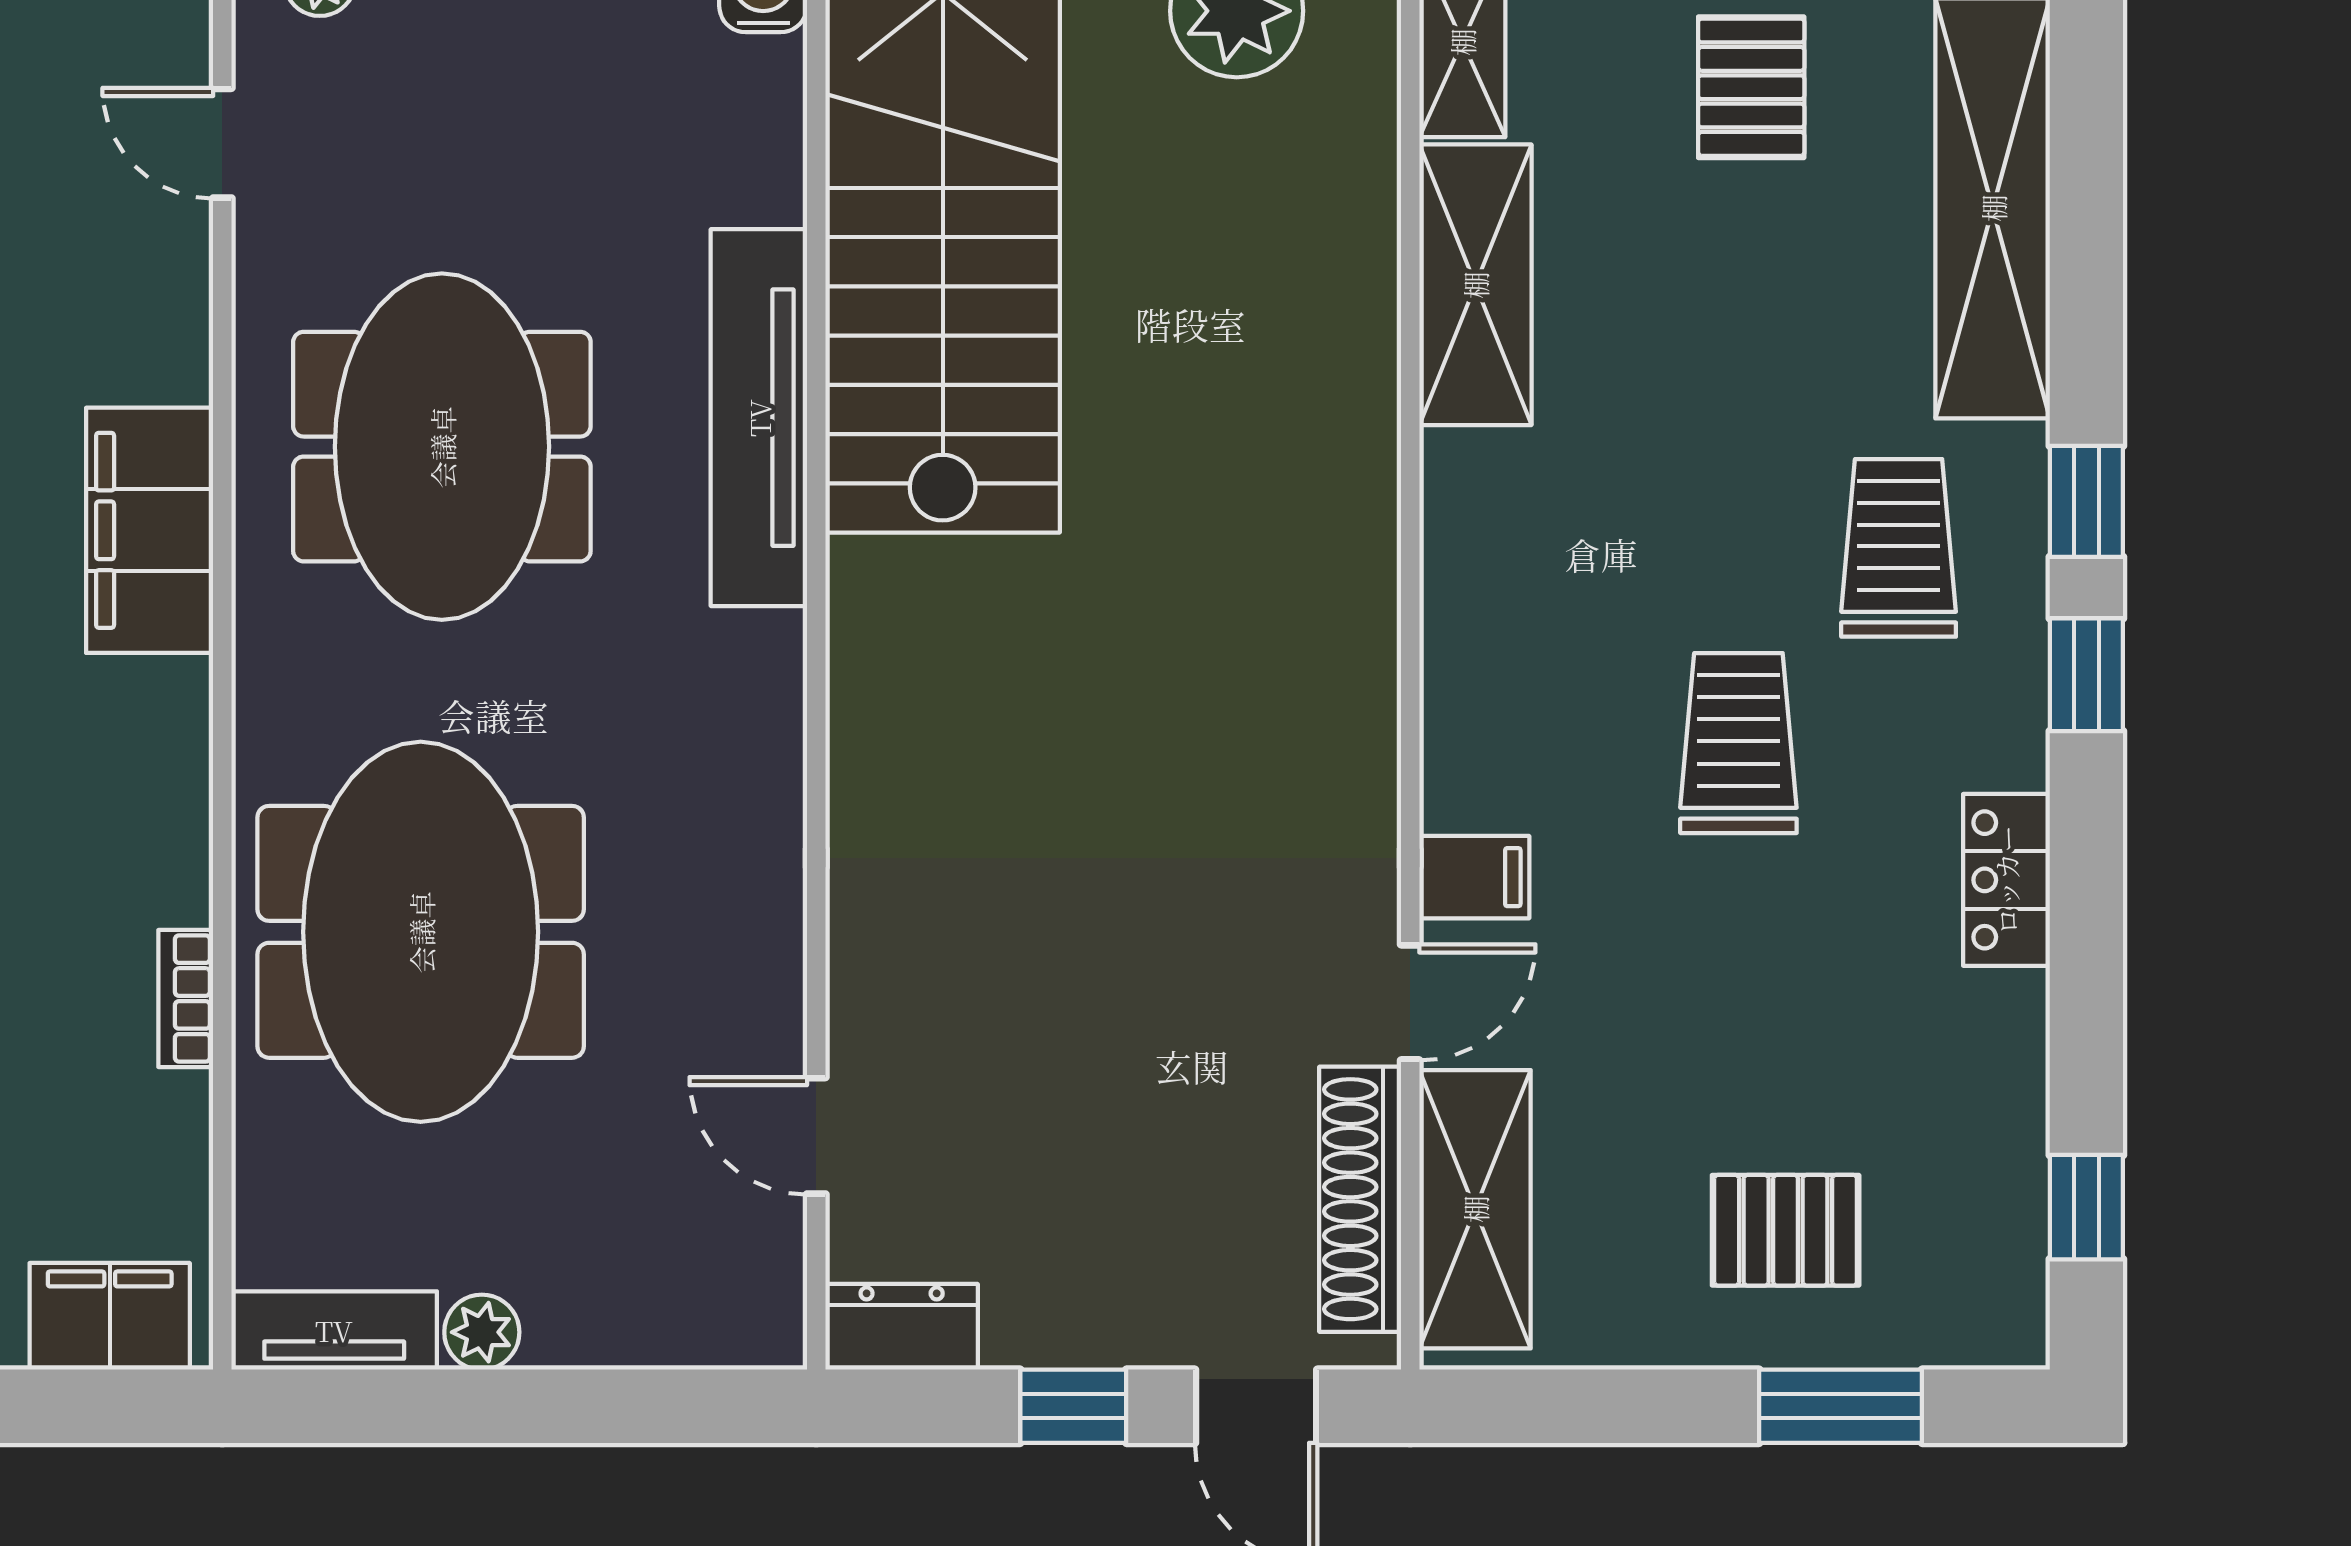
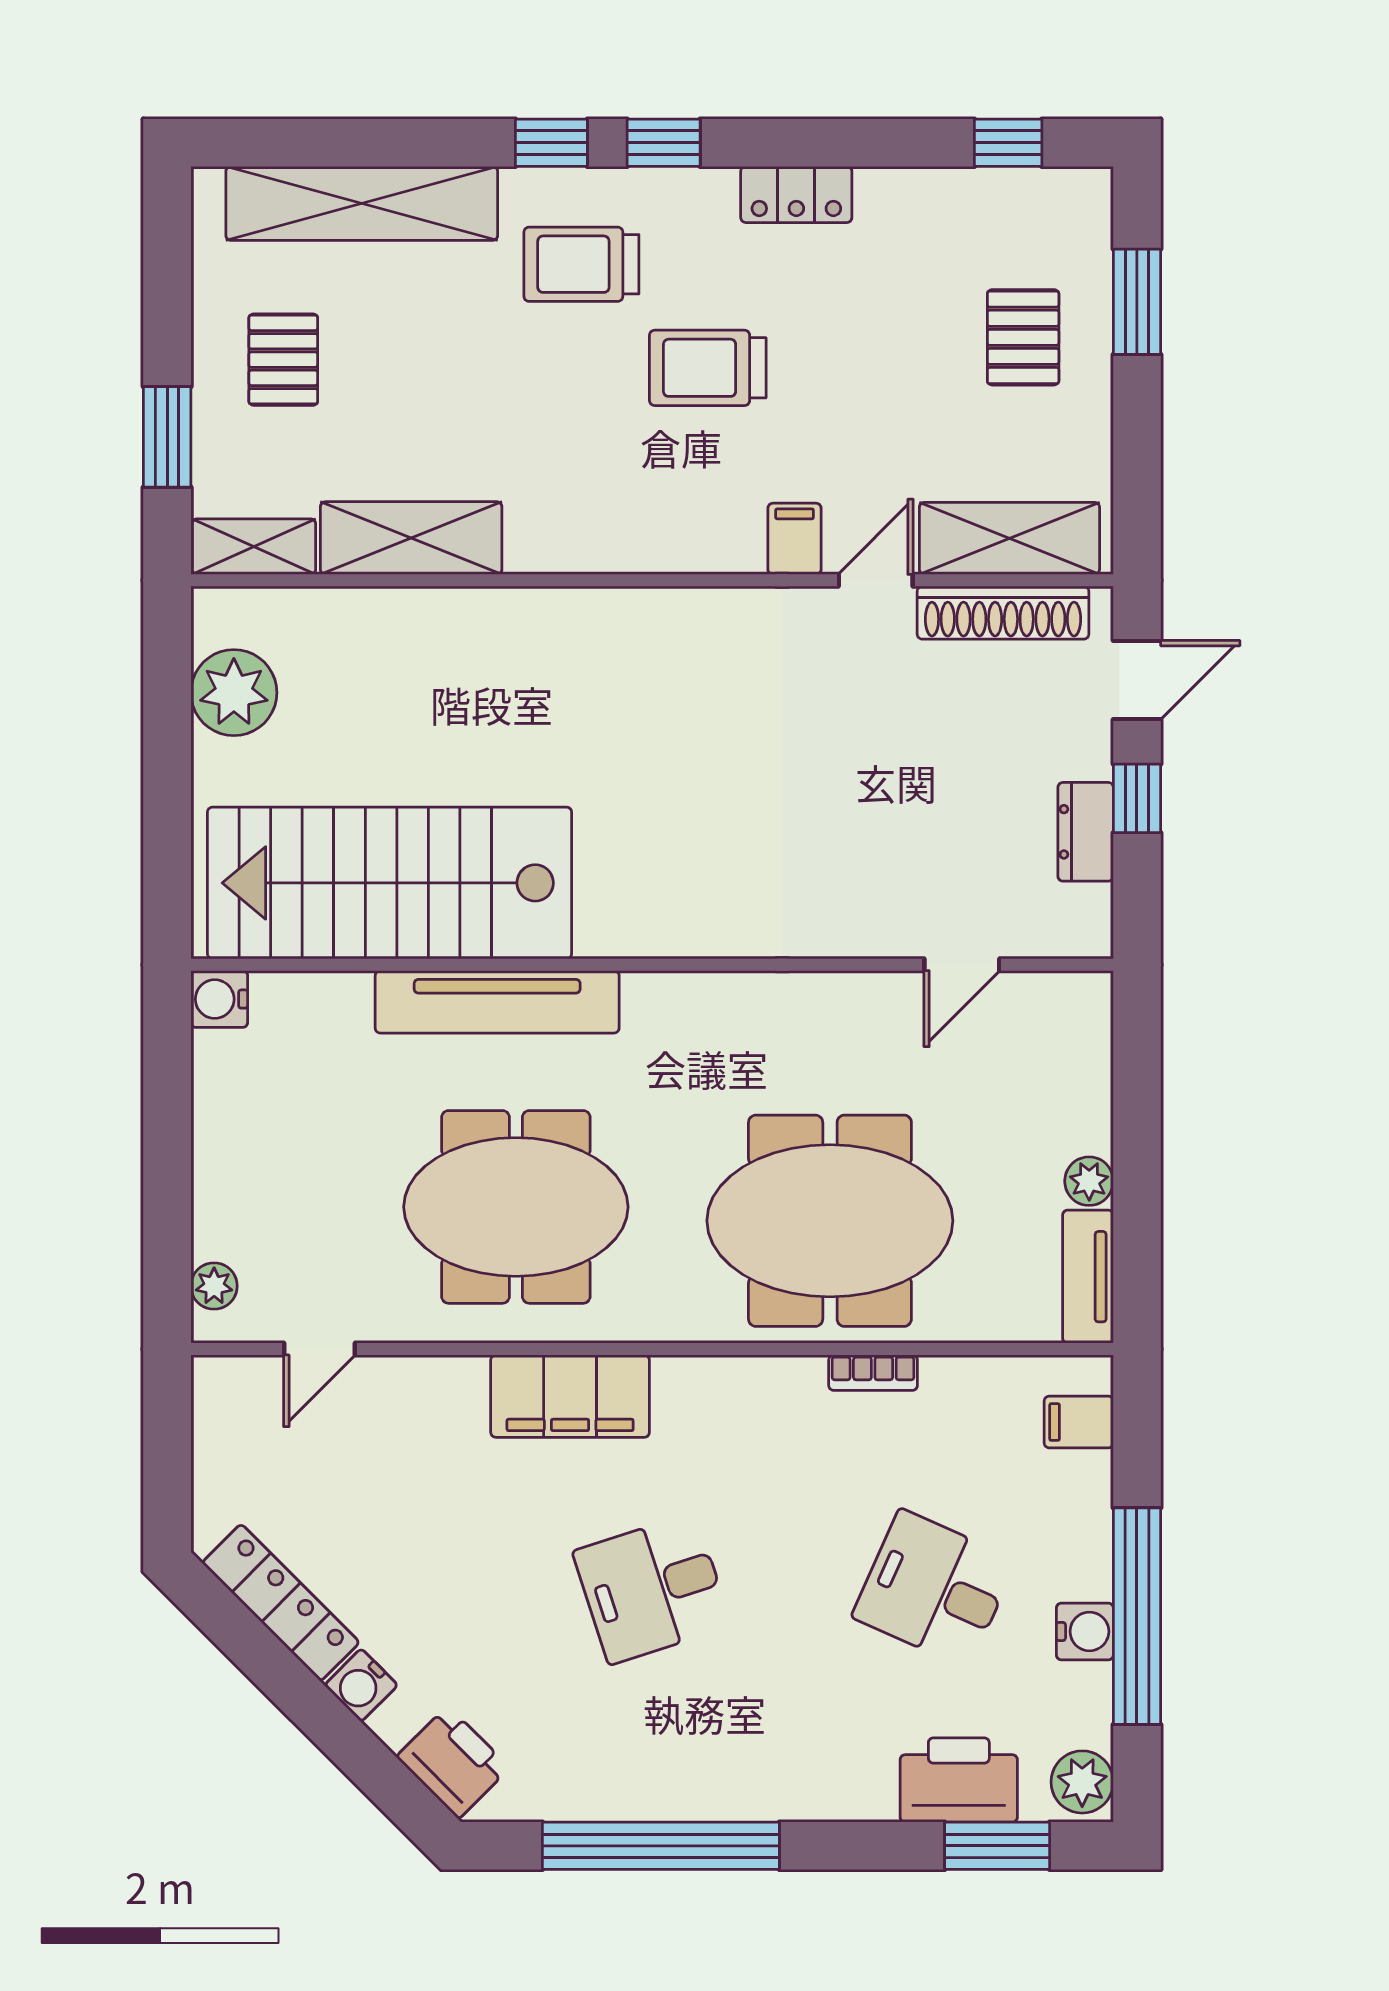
pallet: (1751, 87) -> (283, 360), turned 90
door: (1410, 1002) -> (876, 580), hinge flipped
filing cabinet: (110, 1316) -> (1079, 1422), width x0.50
dresser: (902, 1327) -> (1086, 832), moved

